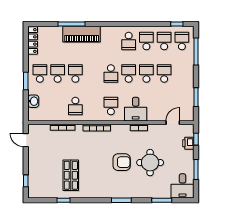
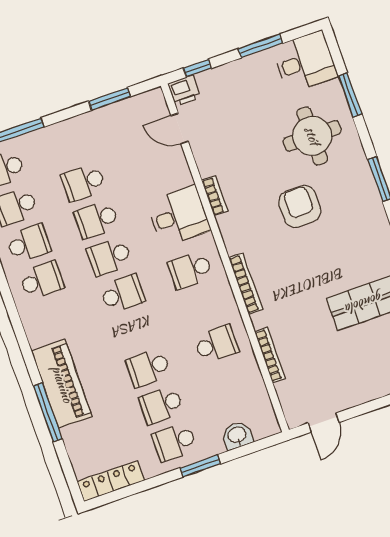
school desk: (146, 41) -> (29, 243), turned 180
printer: (188, 143) -> (184, 91), moved
round table: (150, 163) -> (312, 136), moved

